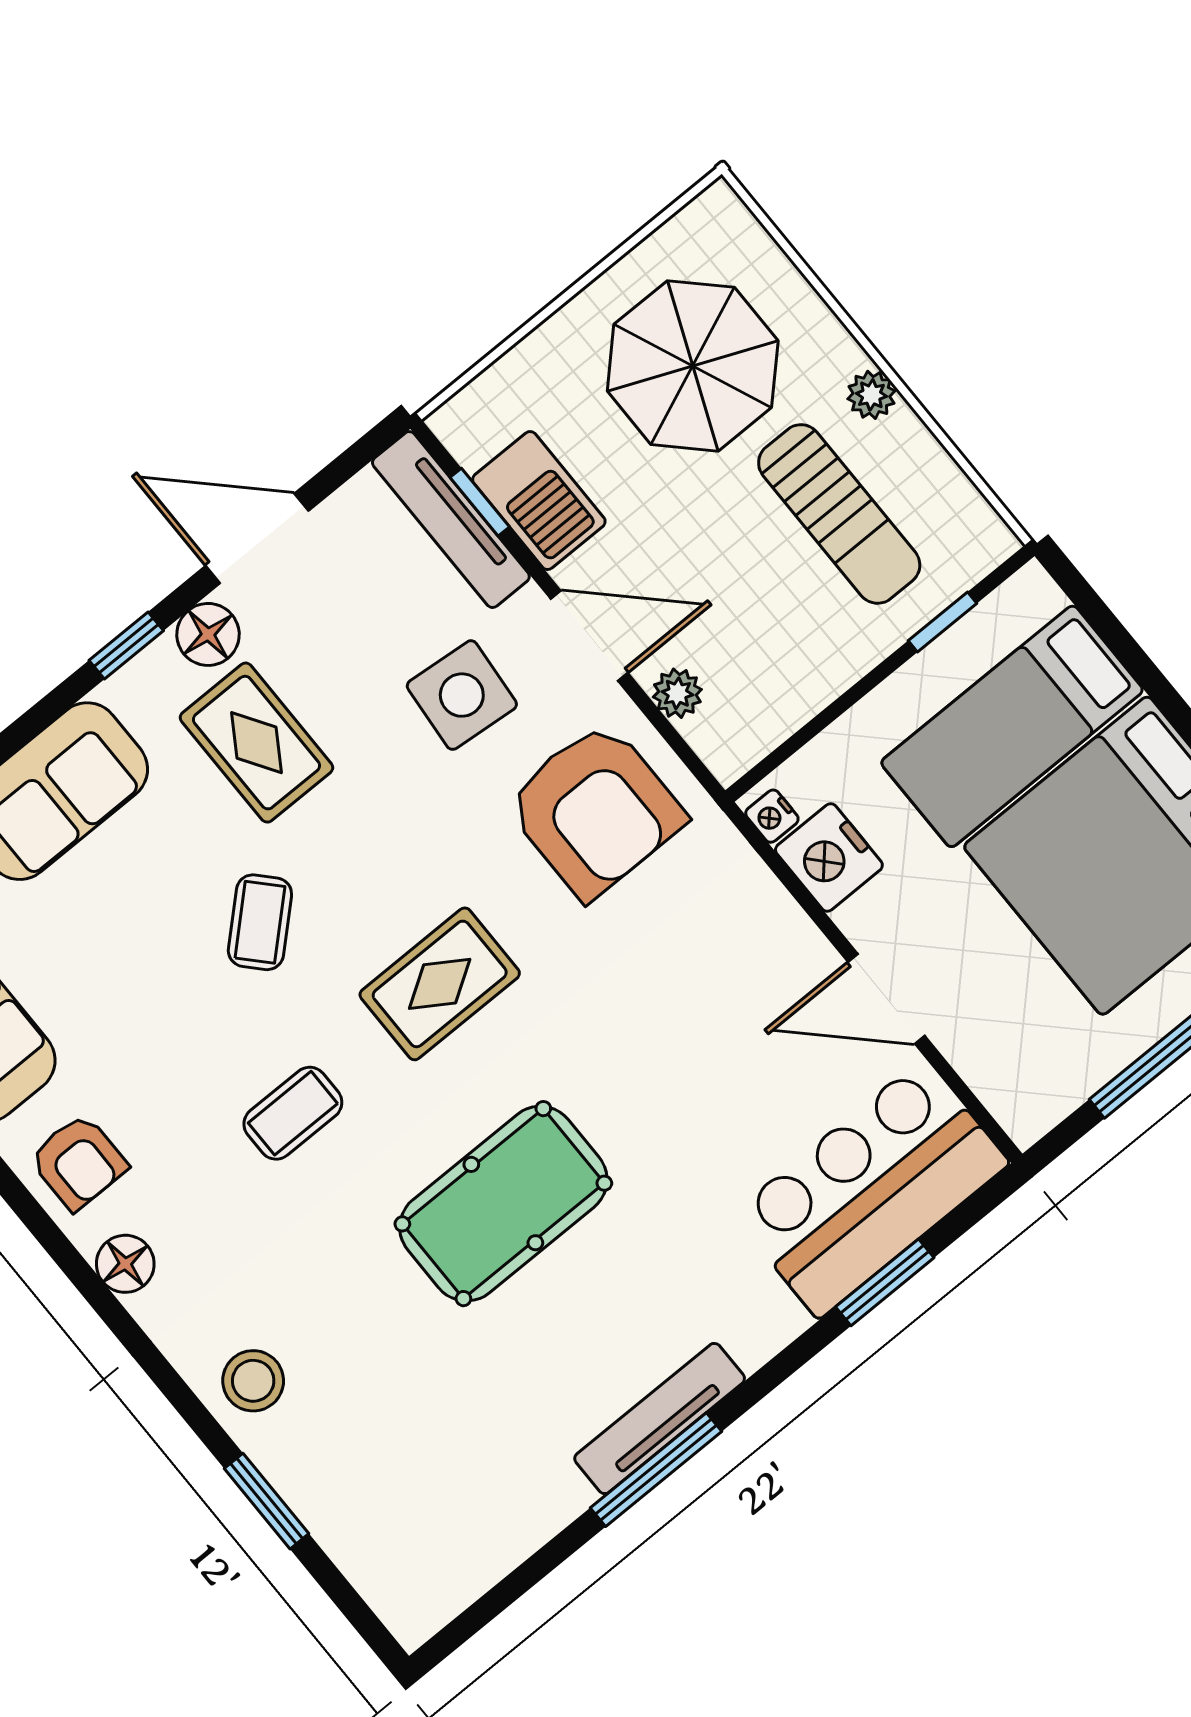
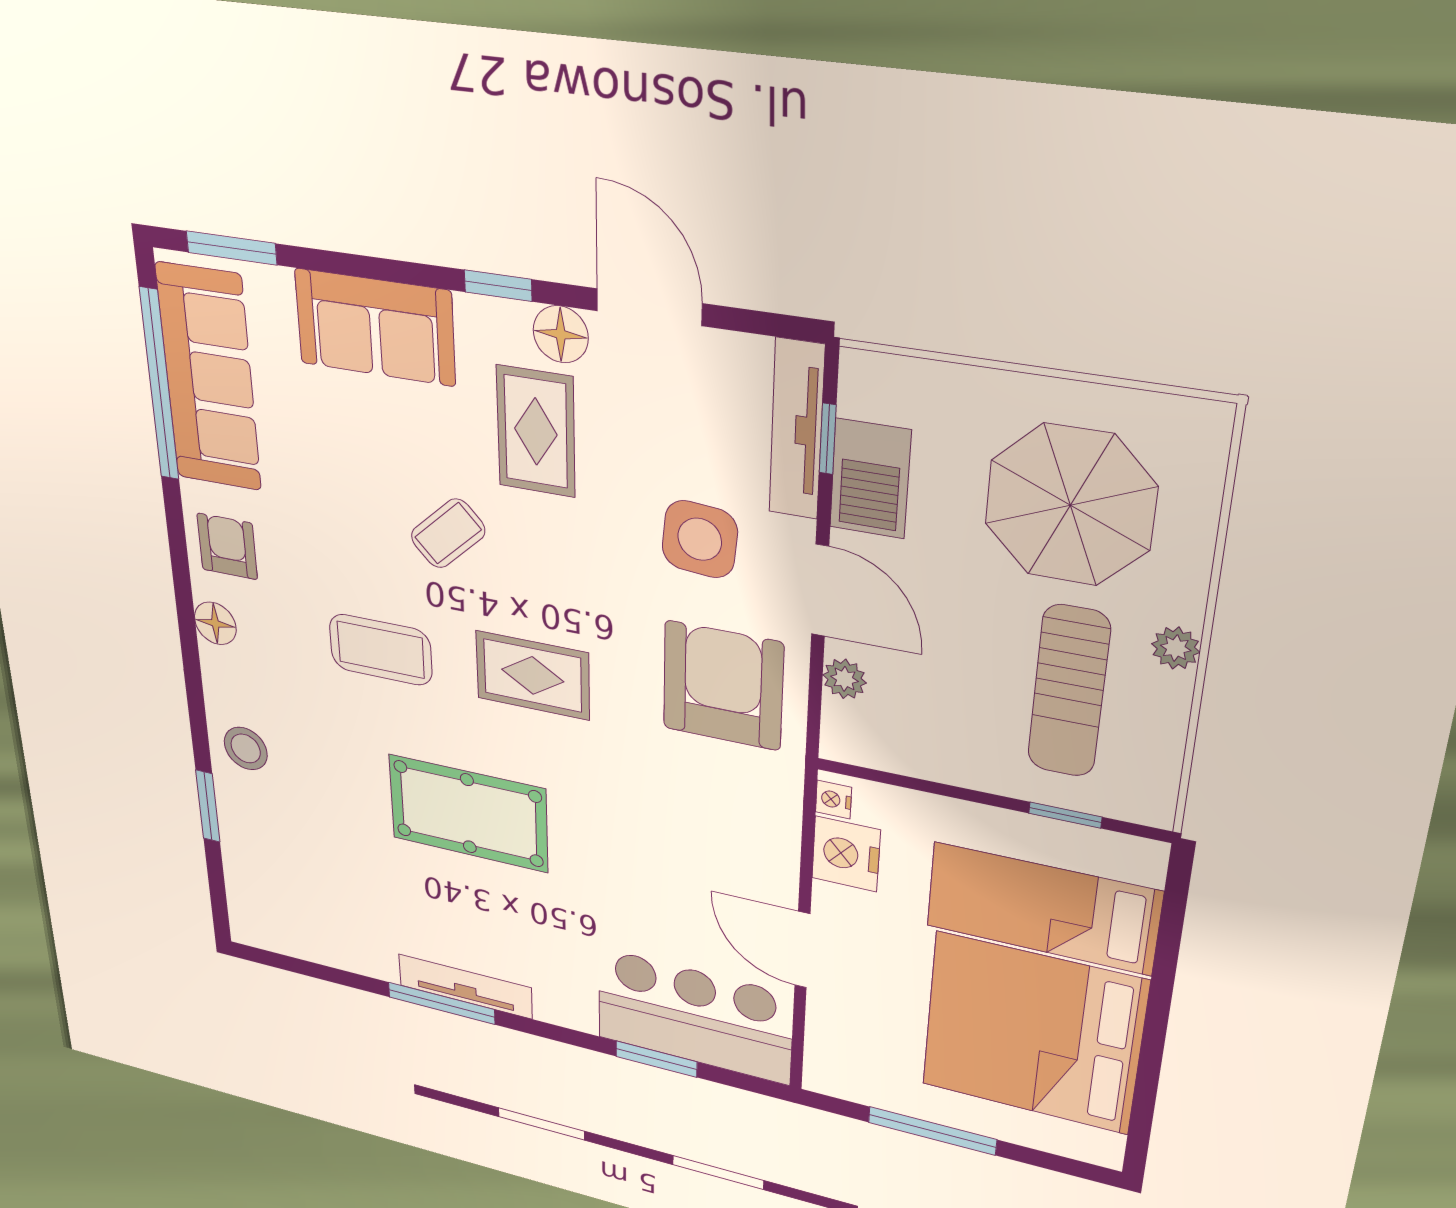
armchair: (595, 810) -> (723, 686), turned 180
coffee table: (293, 1113) -> (381, 650), width x1.36, depth x1.30
armchair: (78, 1162) -> (227, 546), turned 180

